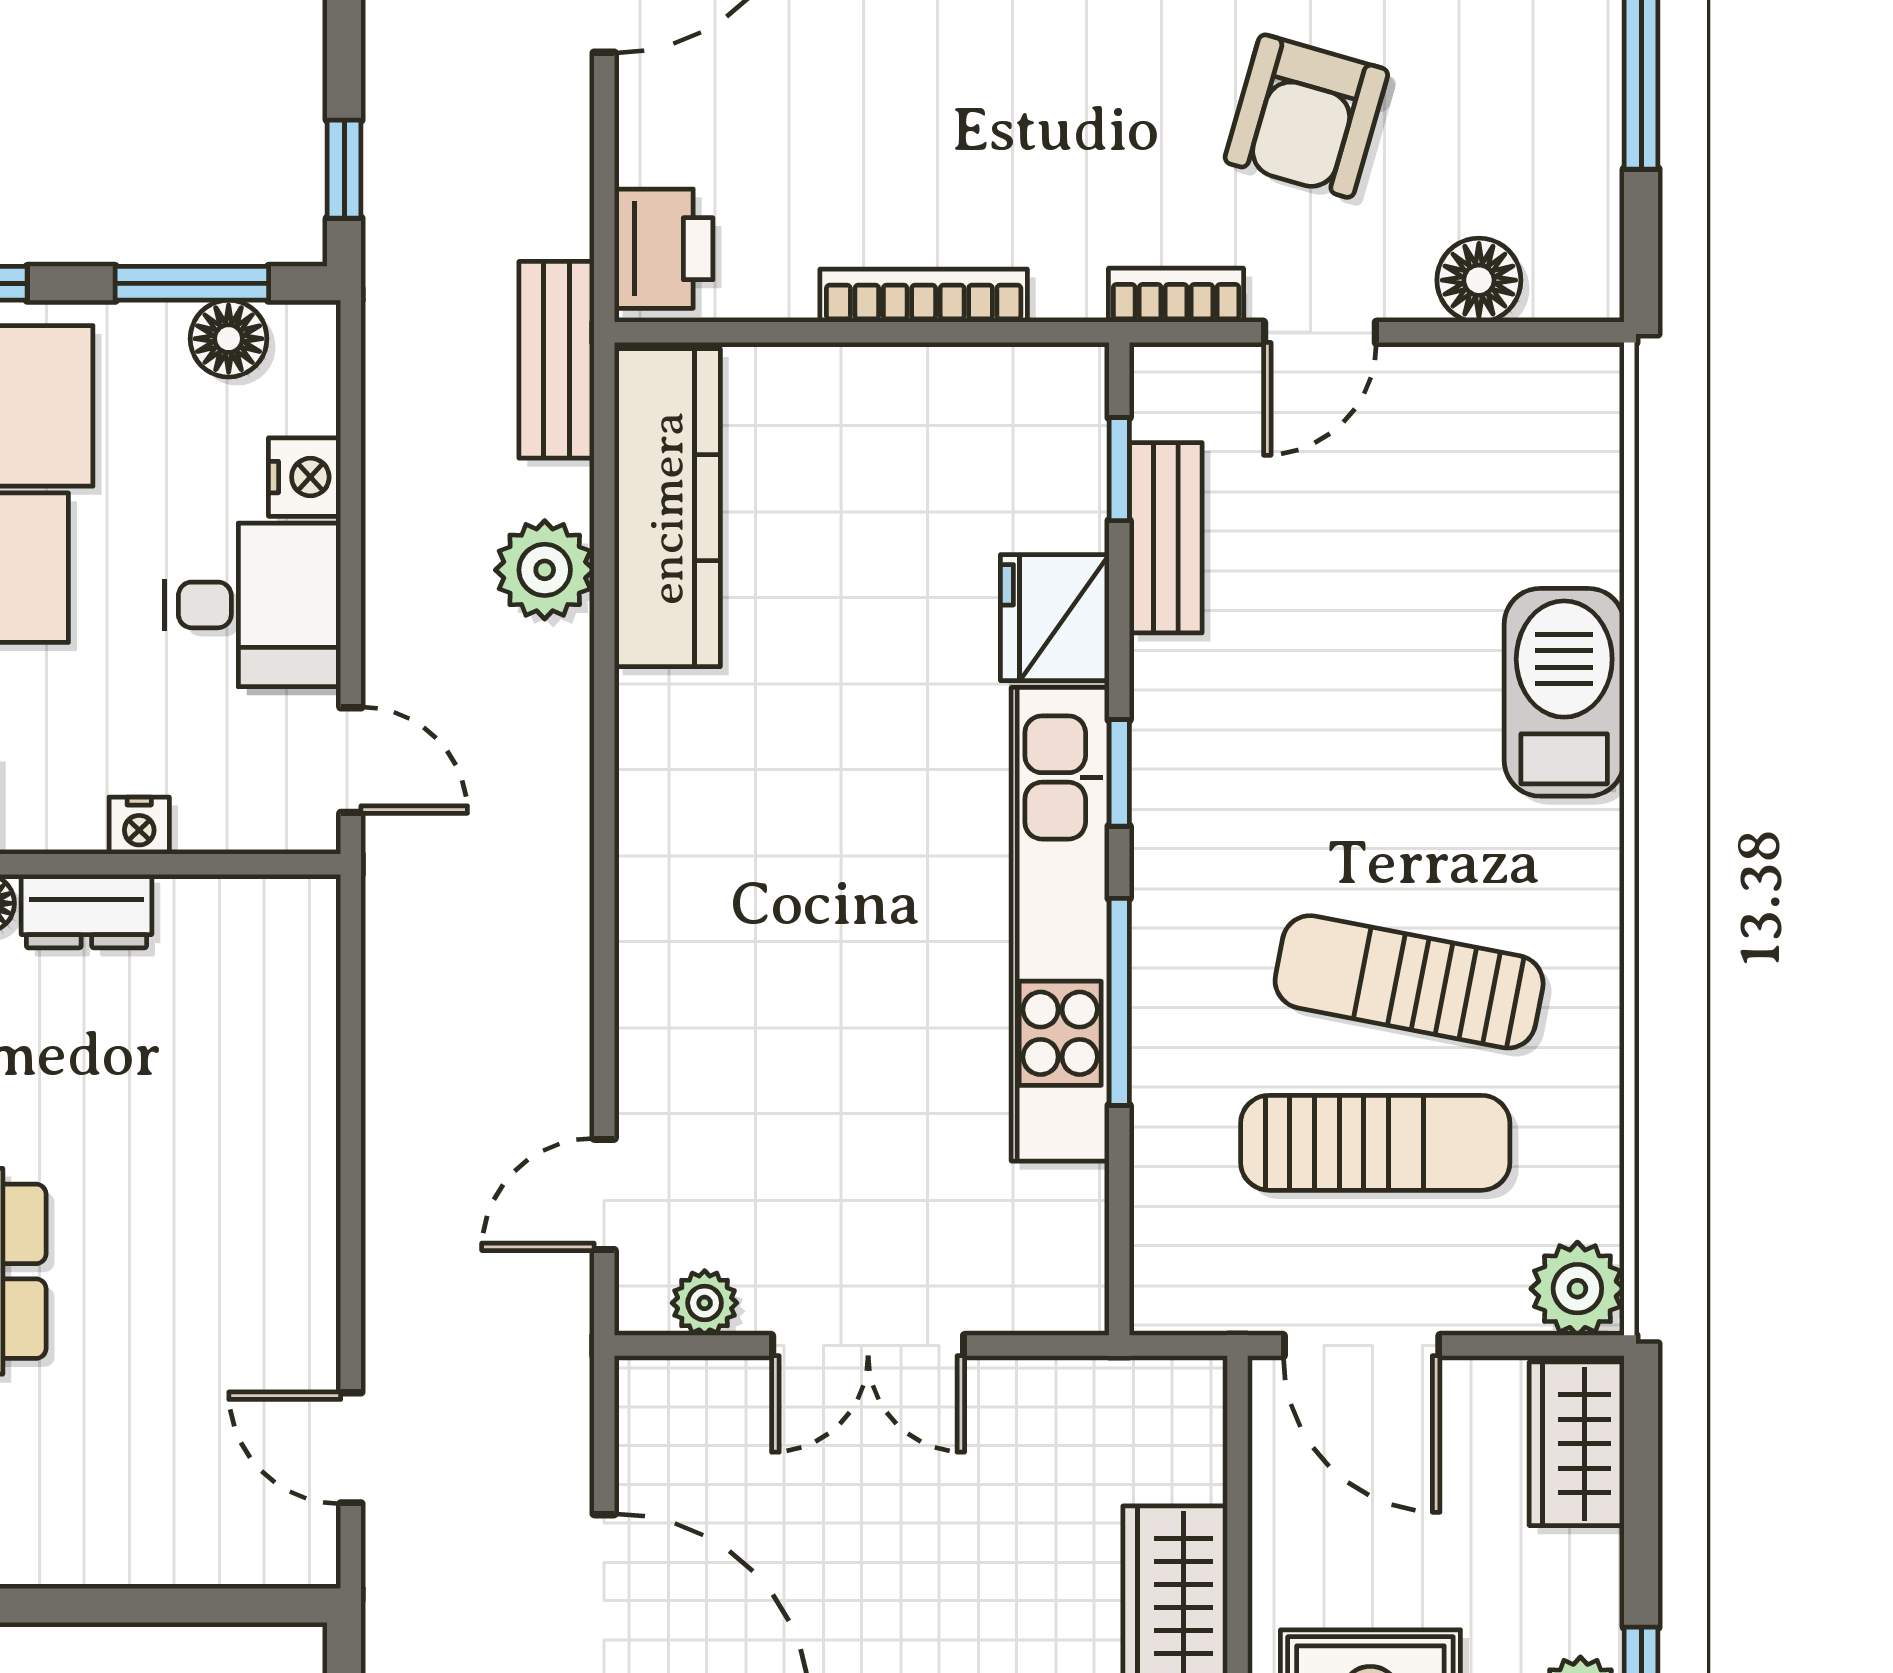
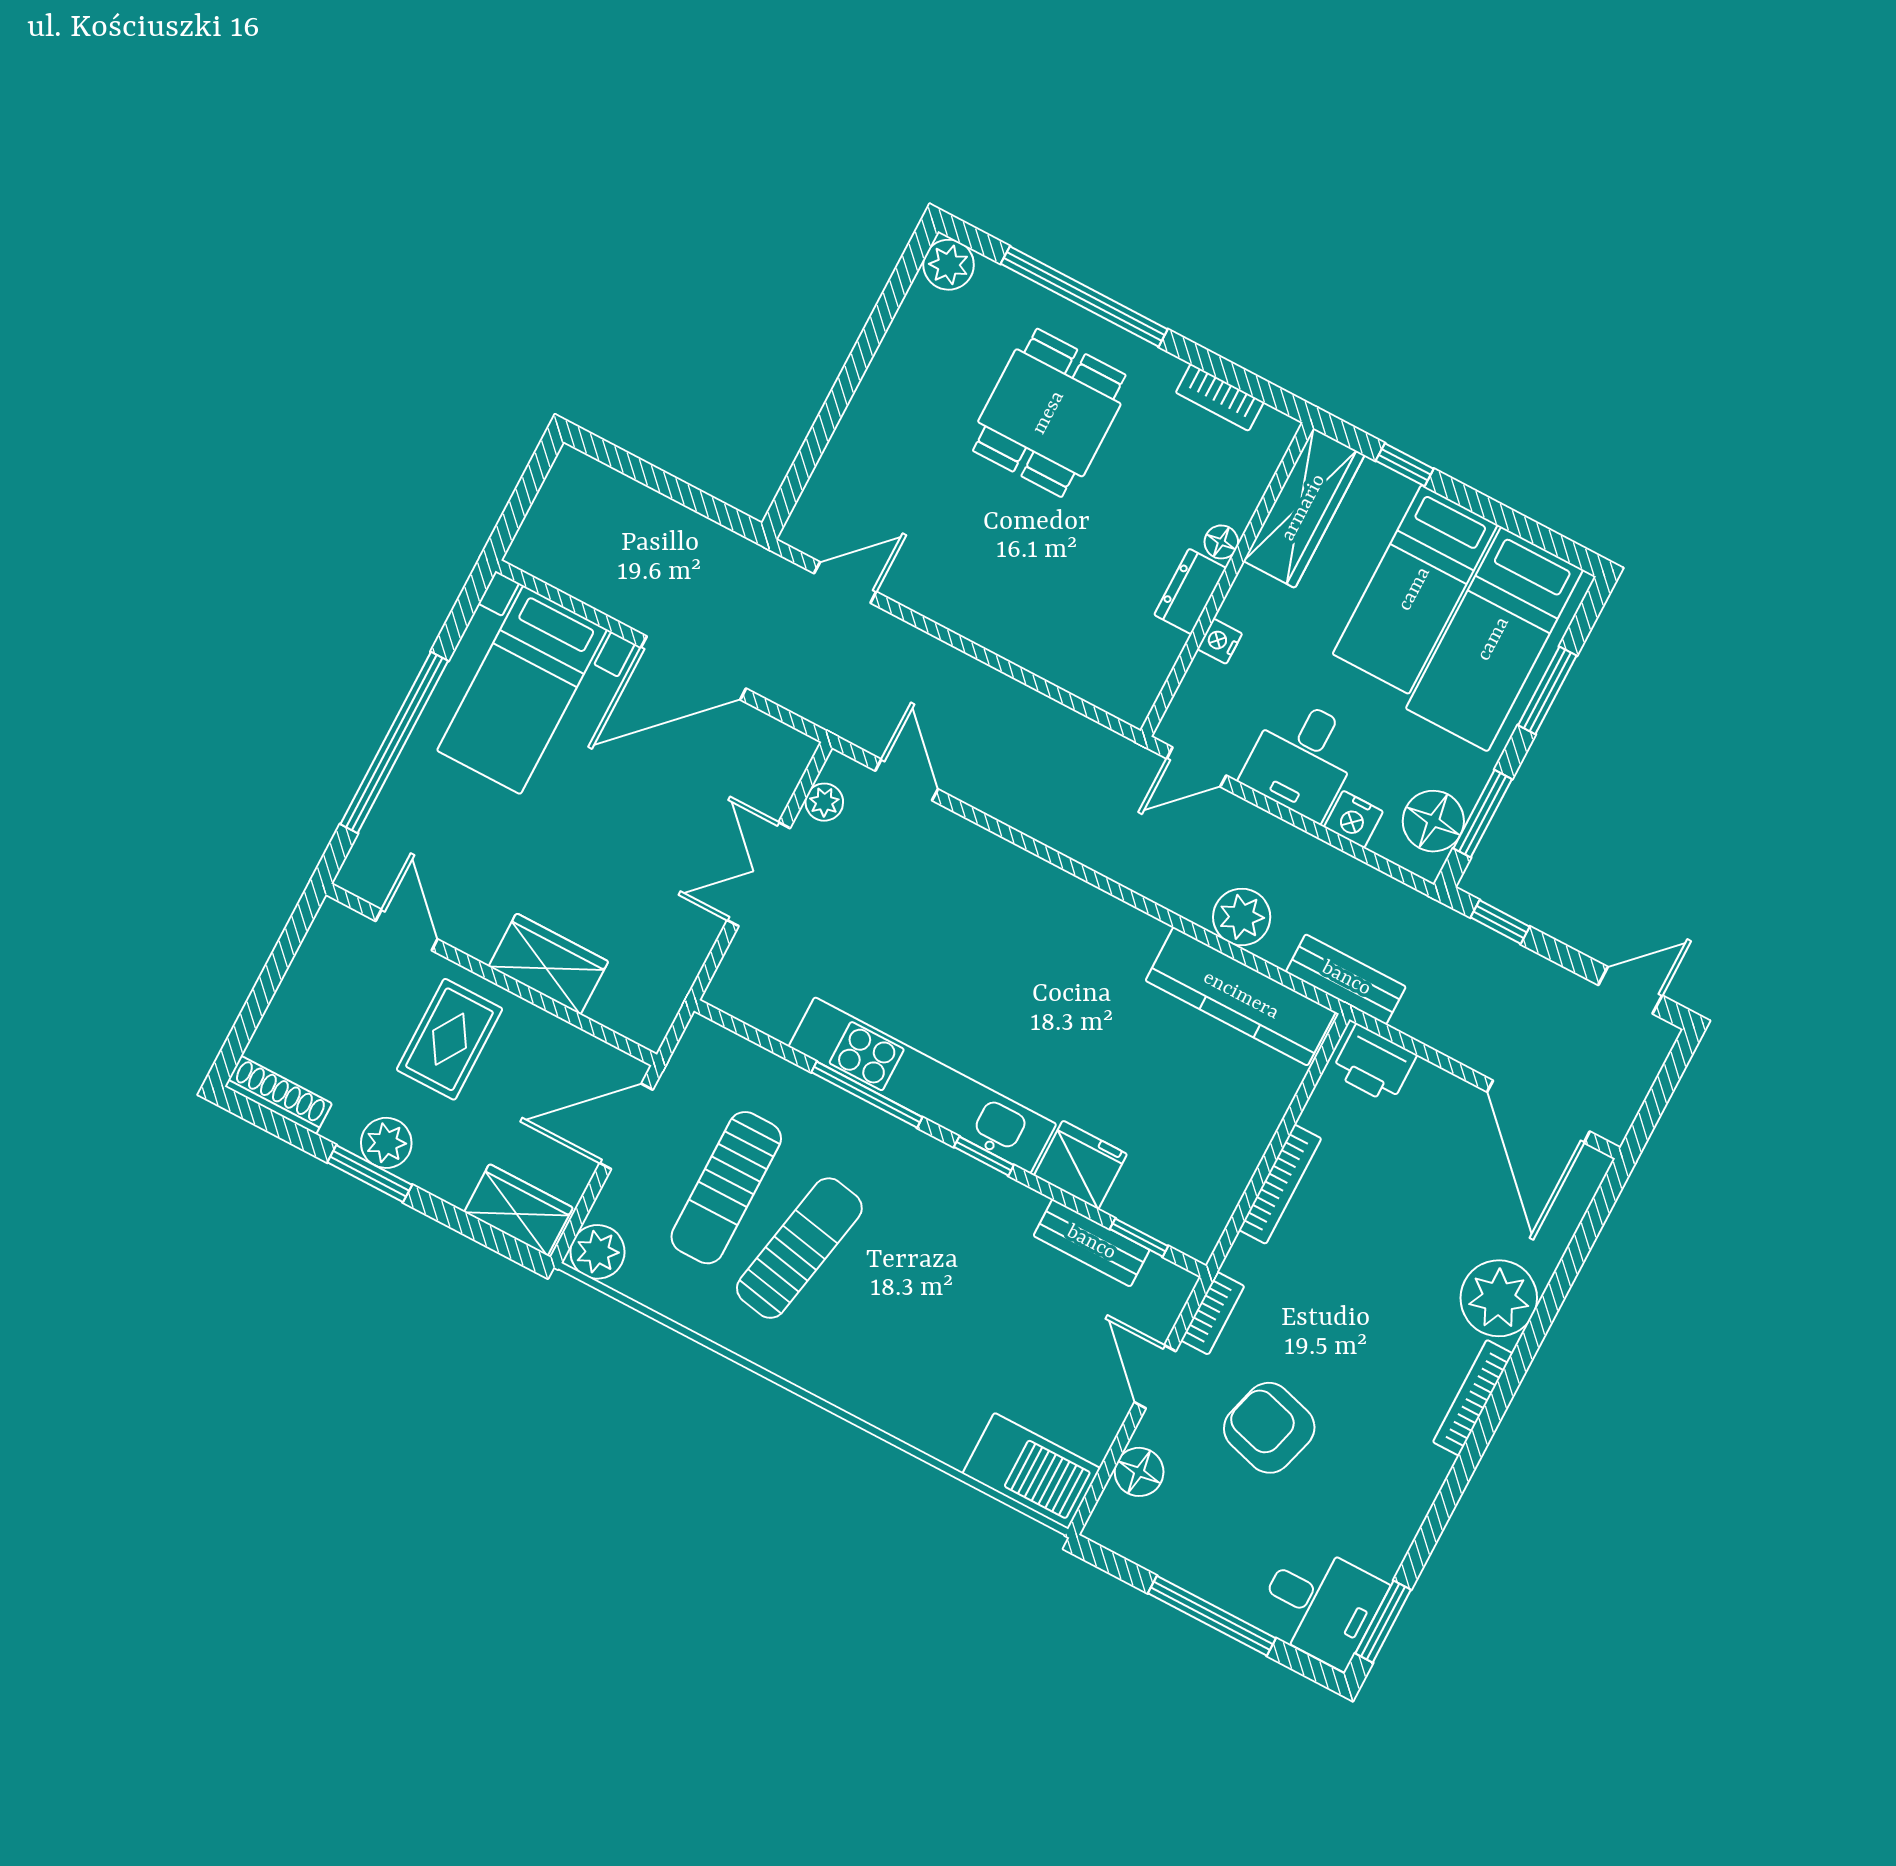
floor lamp: (229, 339) -> (1433, 821), width x1.38, depth x1.38
barbecue: (1564, 692) -> (1031, 1471), moved

